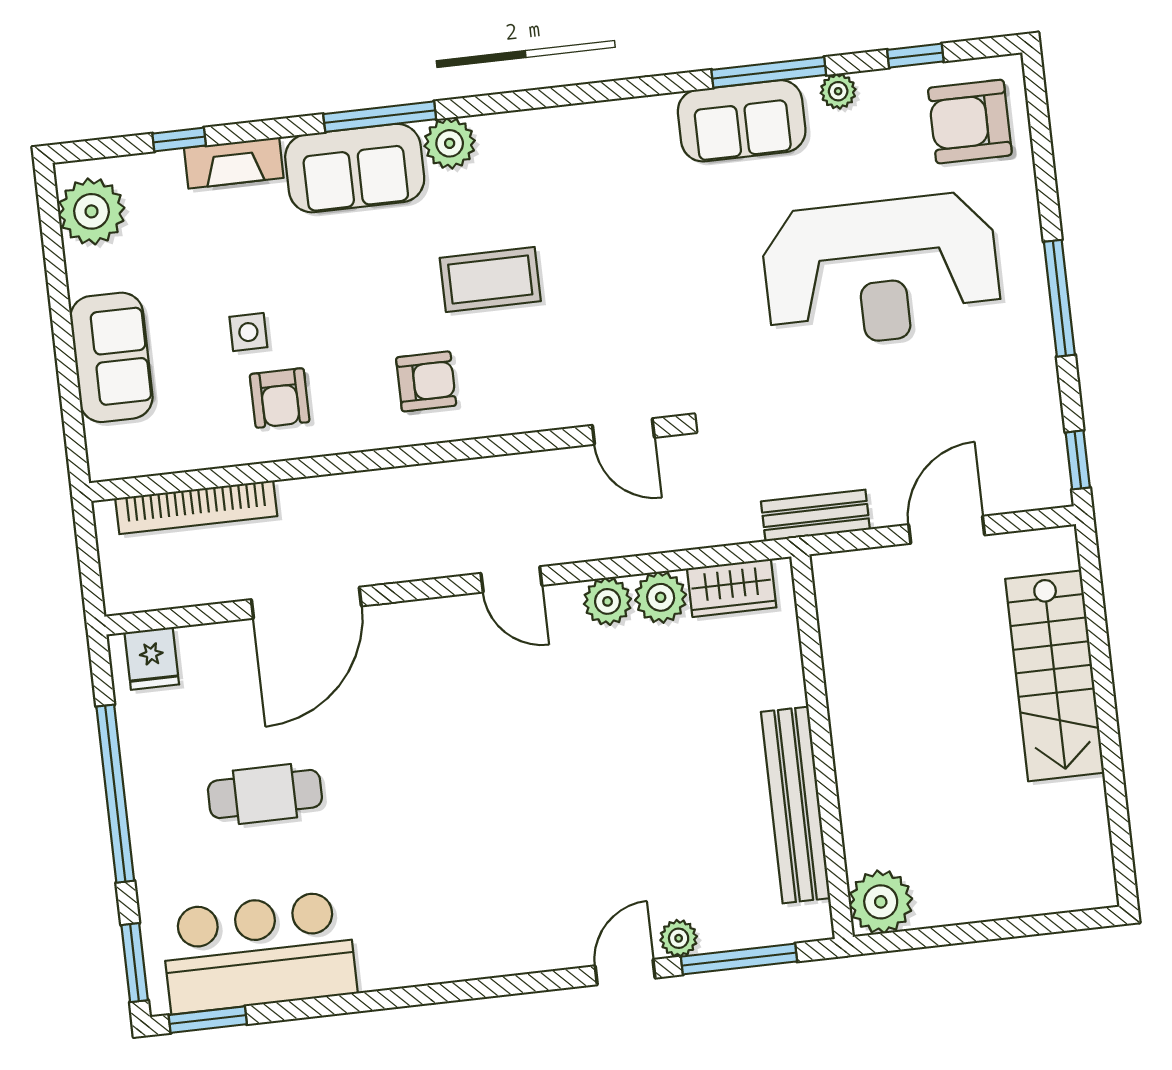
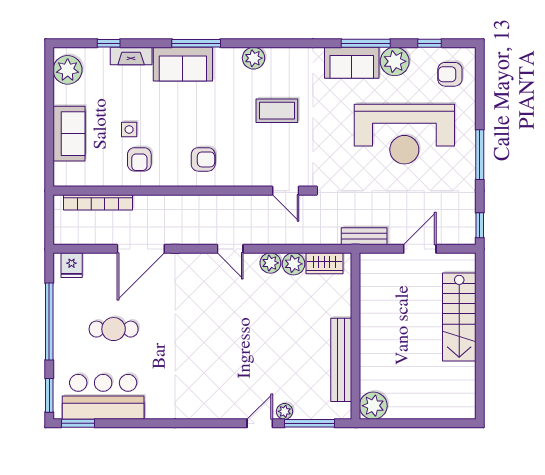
plant: (838, 91) -> (395, 61), width x1.88, depth x1.88
armchair: (970, 122) -> (450, 74), width x0.72, depth x0.72
plant: (450, 143) -> (254, 58), moved
coffee table: (490, 280) -> (277, 111), moved

